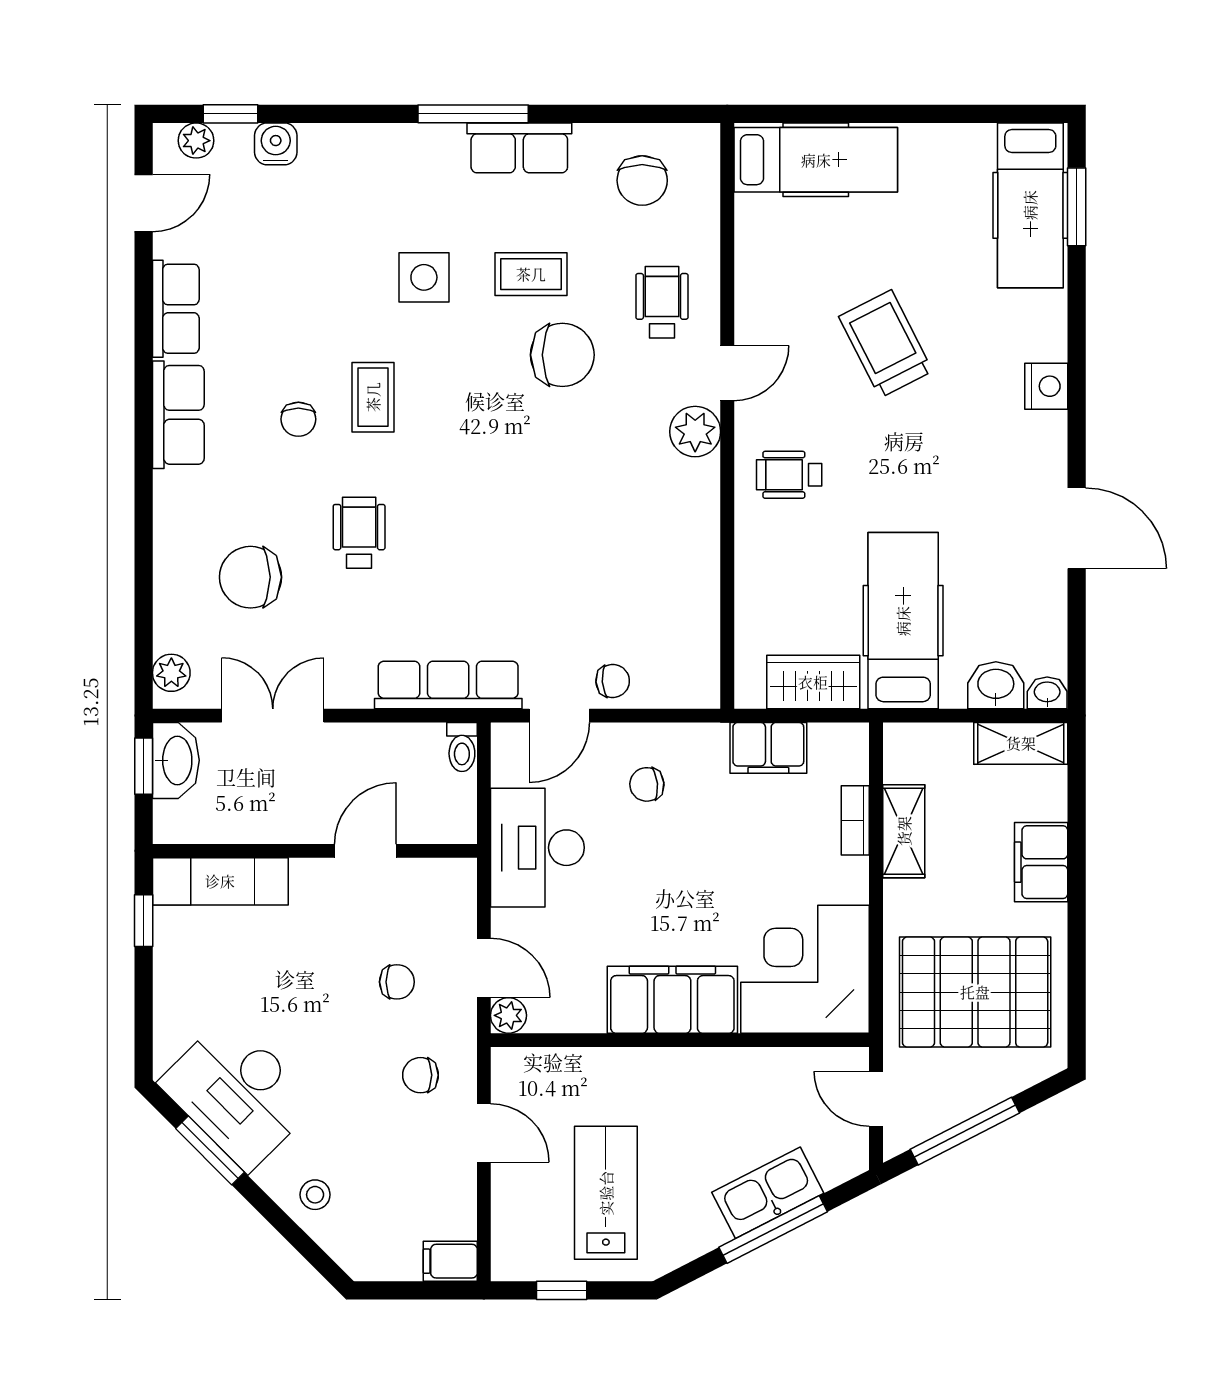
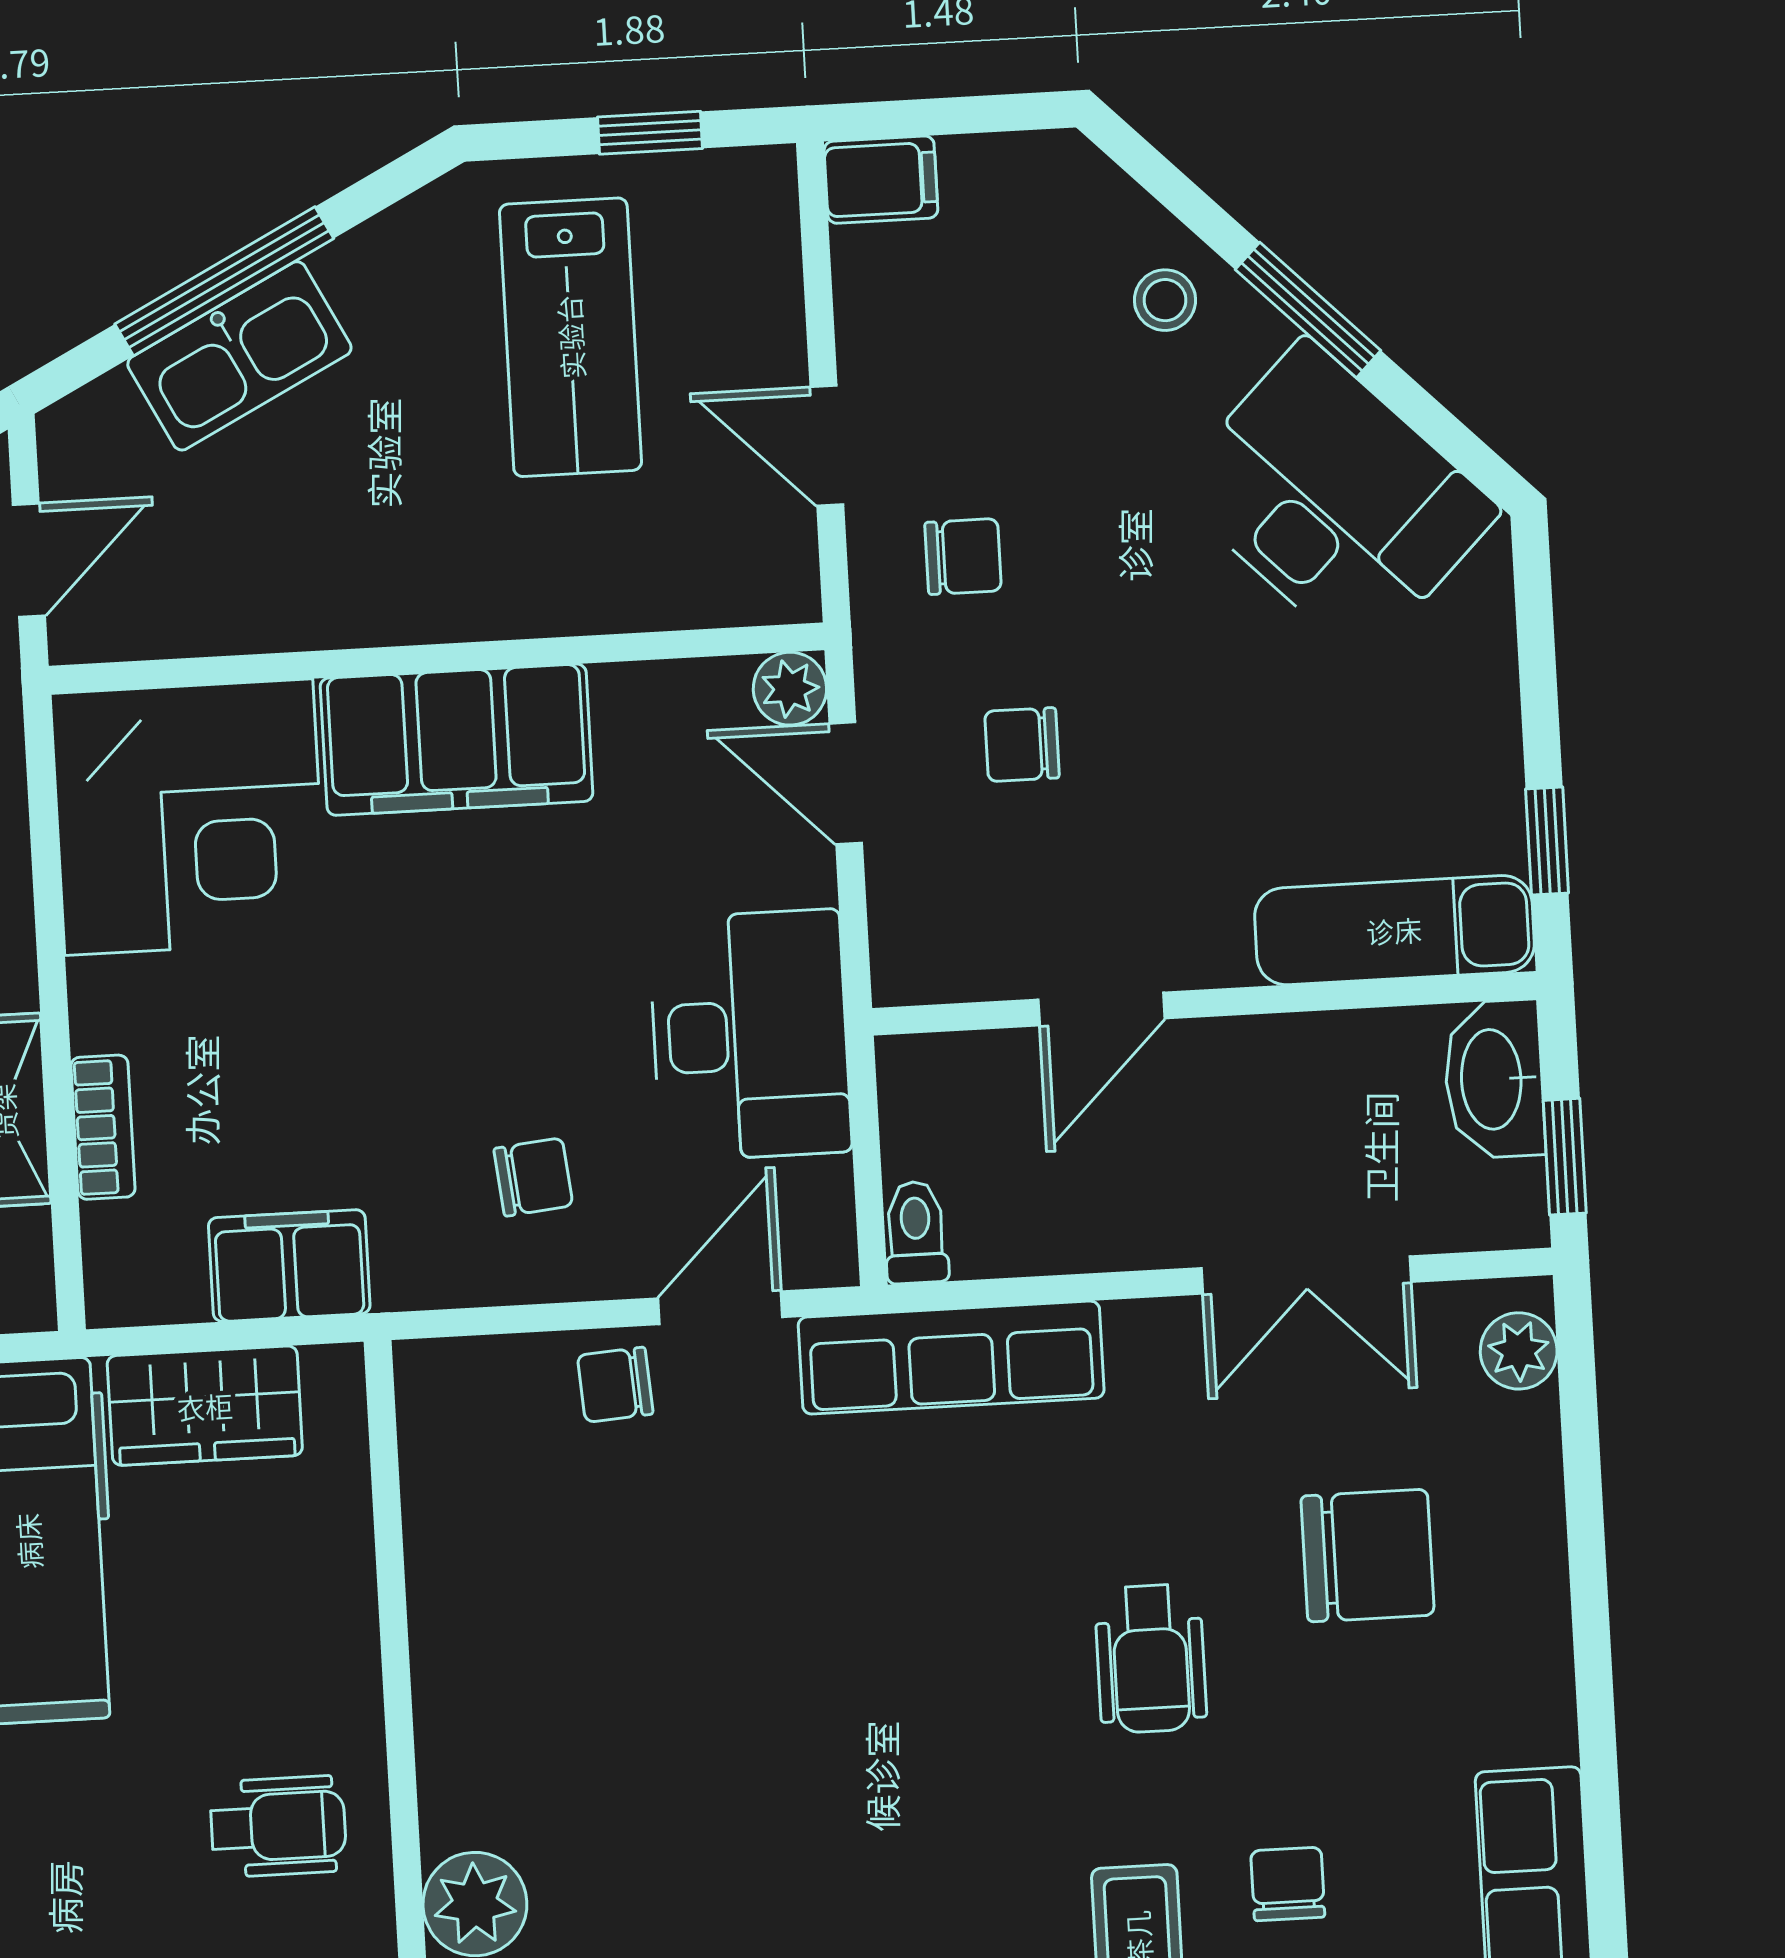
washbasin: (176, 760) -> (1494, 1079), moved
door: (876, 1099) -> (29, 560), hinge flipped
window: (210, 1150) -> (1308, 310), moved

